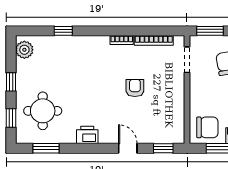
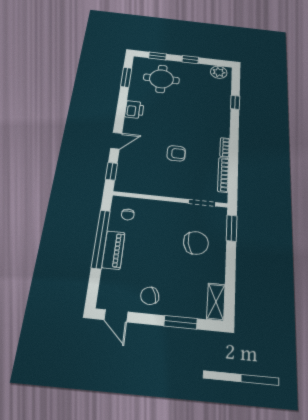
chair: (207, 127) -> (128, 215), width x0.54, depth x0.54

